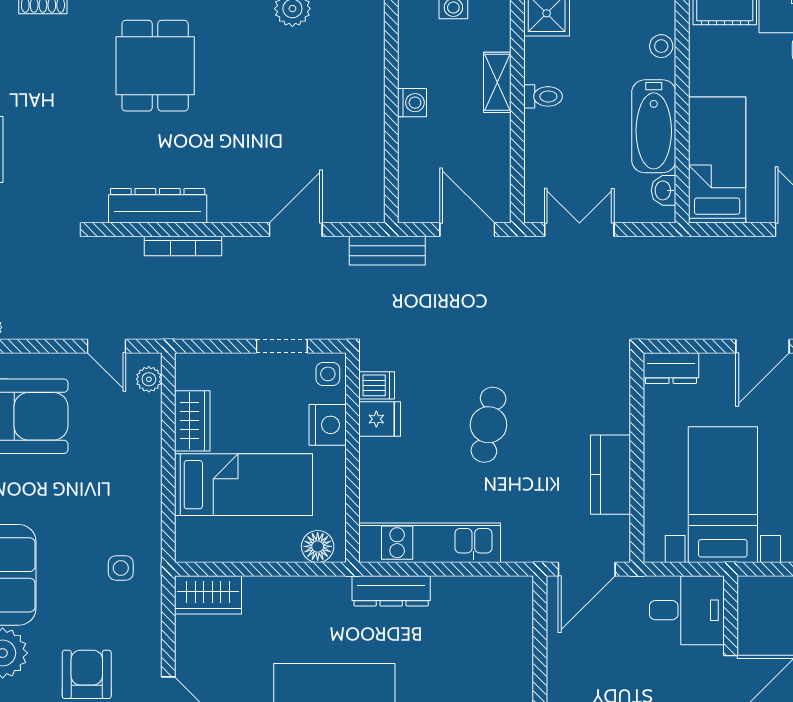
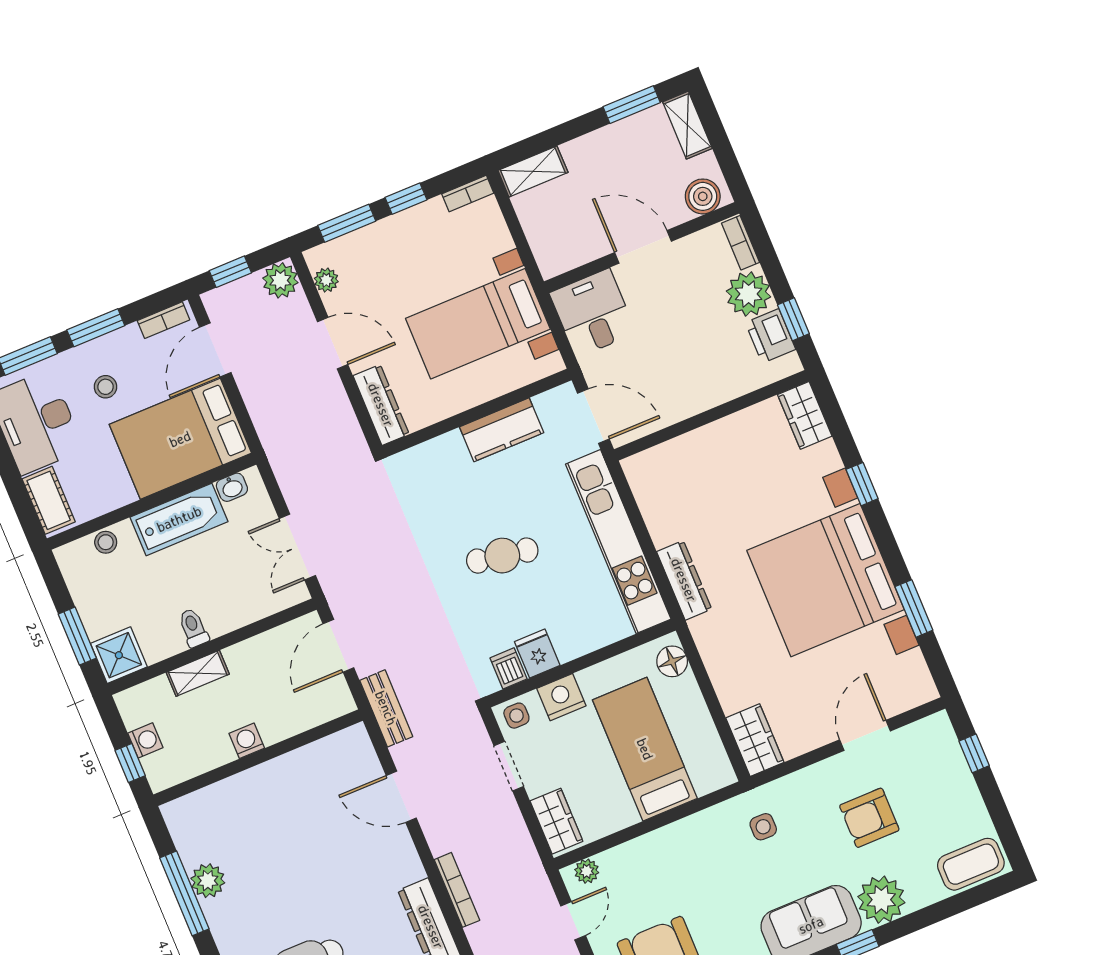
bed: (717, 160) -> (180, 439), width x1.50
dresser: (671, 368) -> (381, 405), width x1.44
wardrobe: (192, 421) -> (556, 821), moved, turned 90
kitchen unit: (430, 543) -> (618, 542), width x1.36

